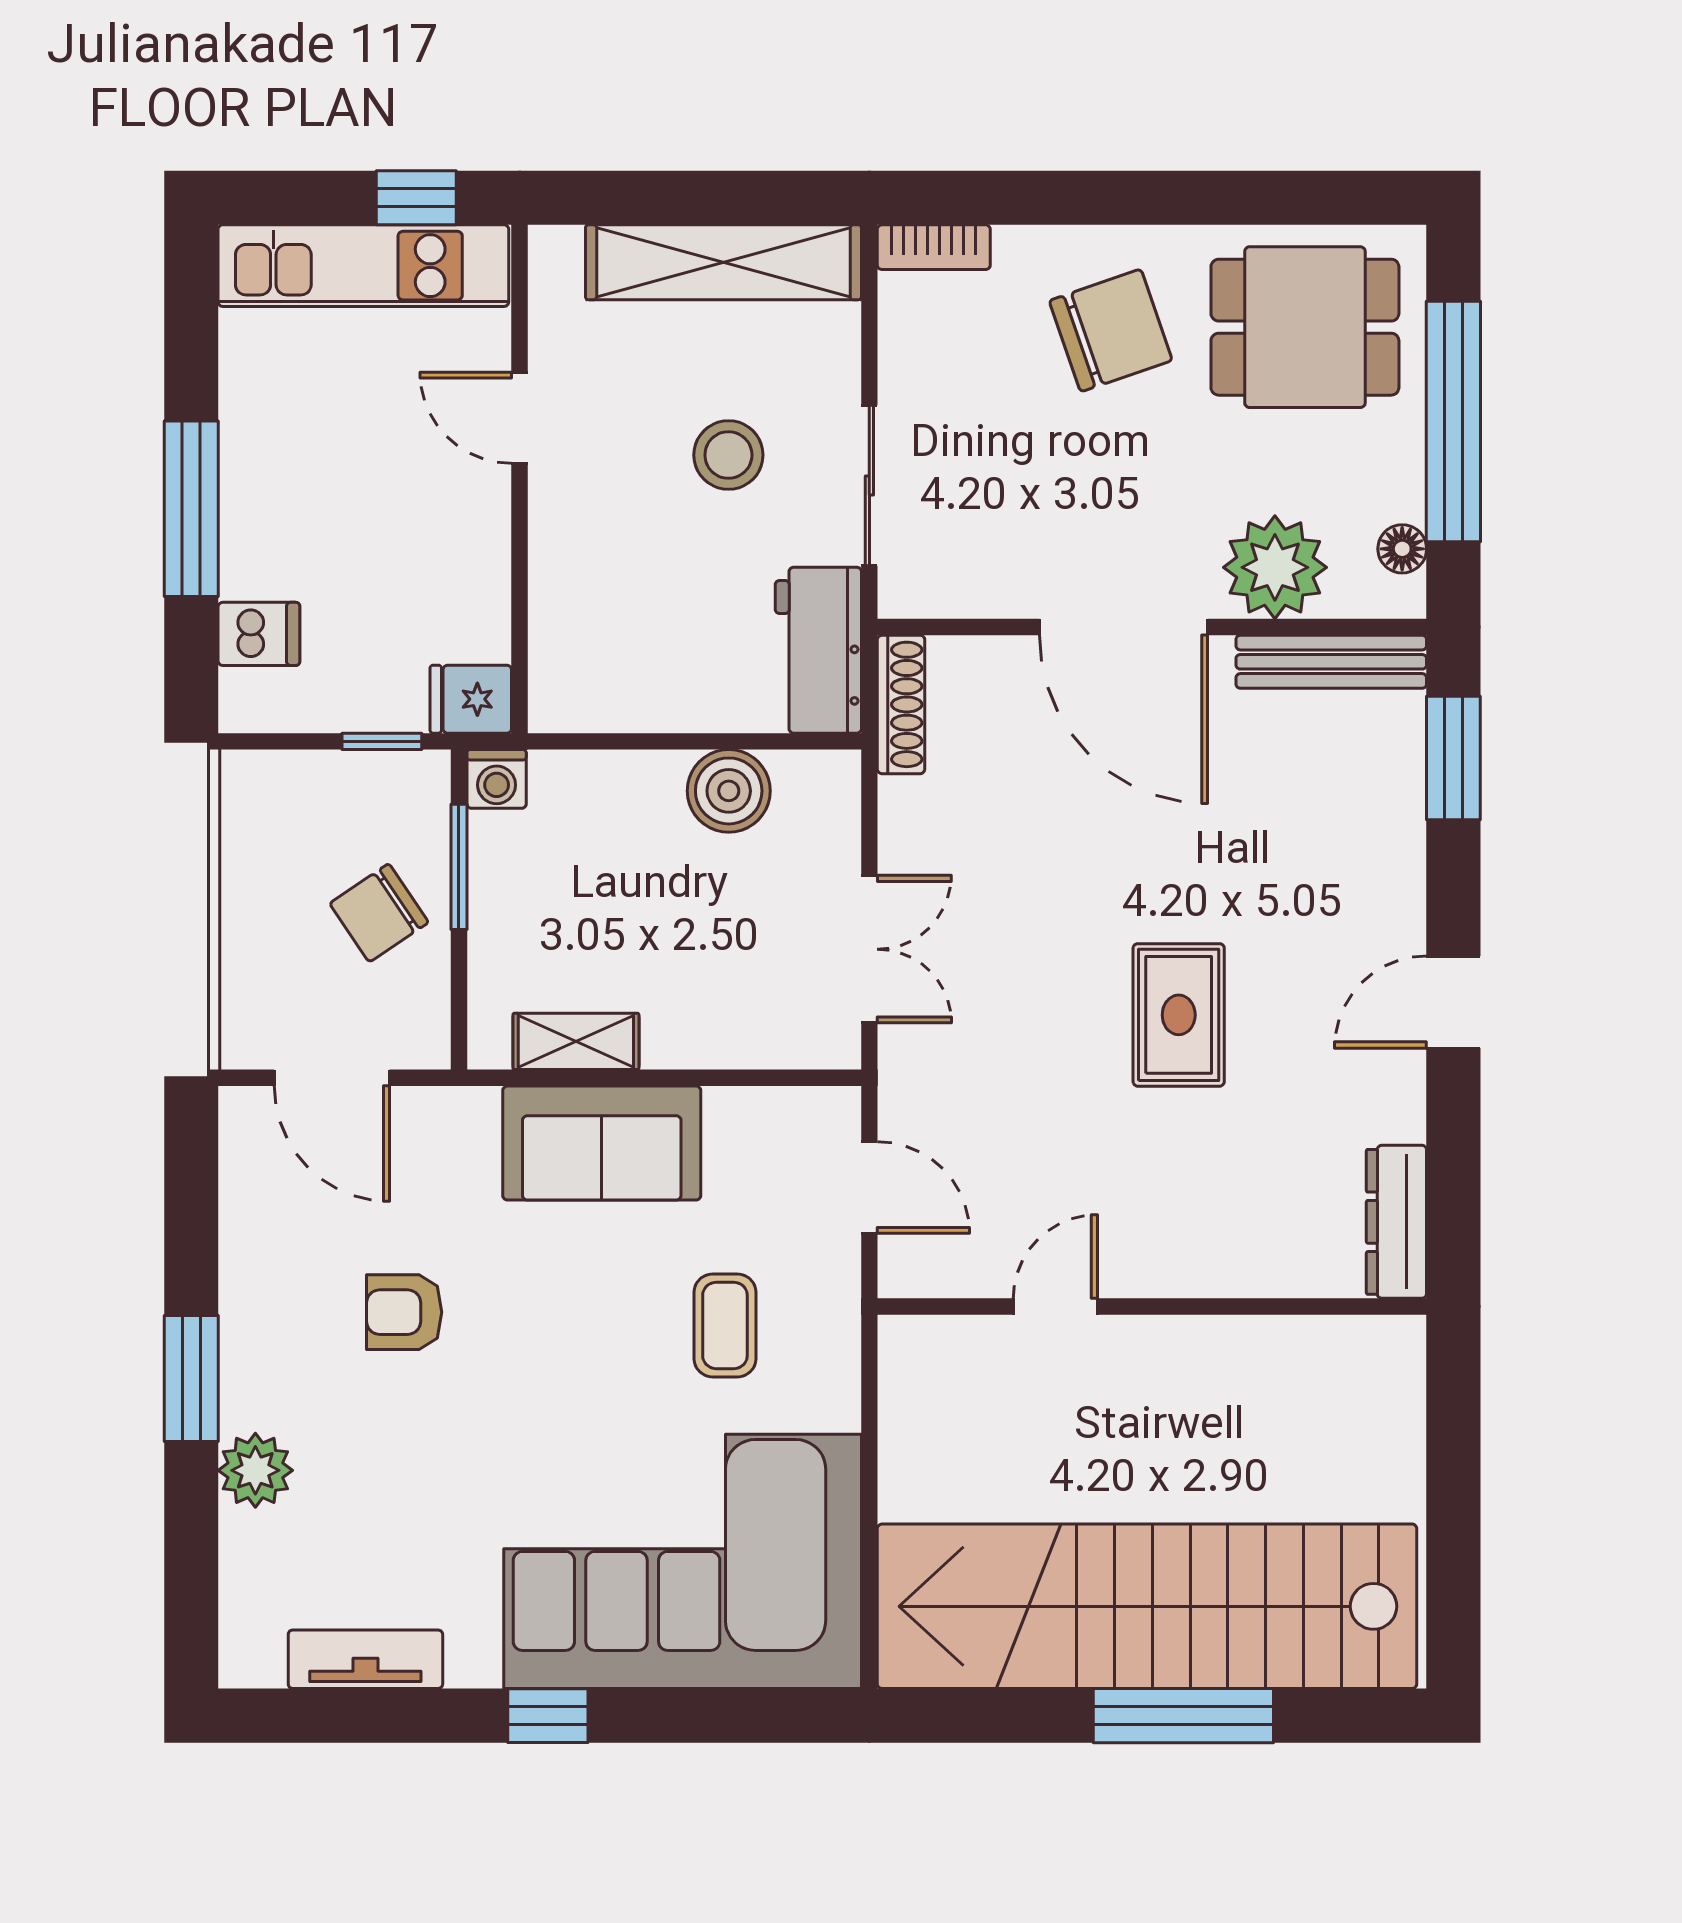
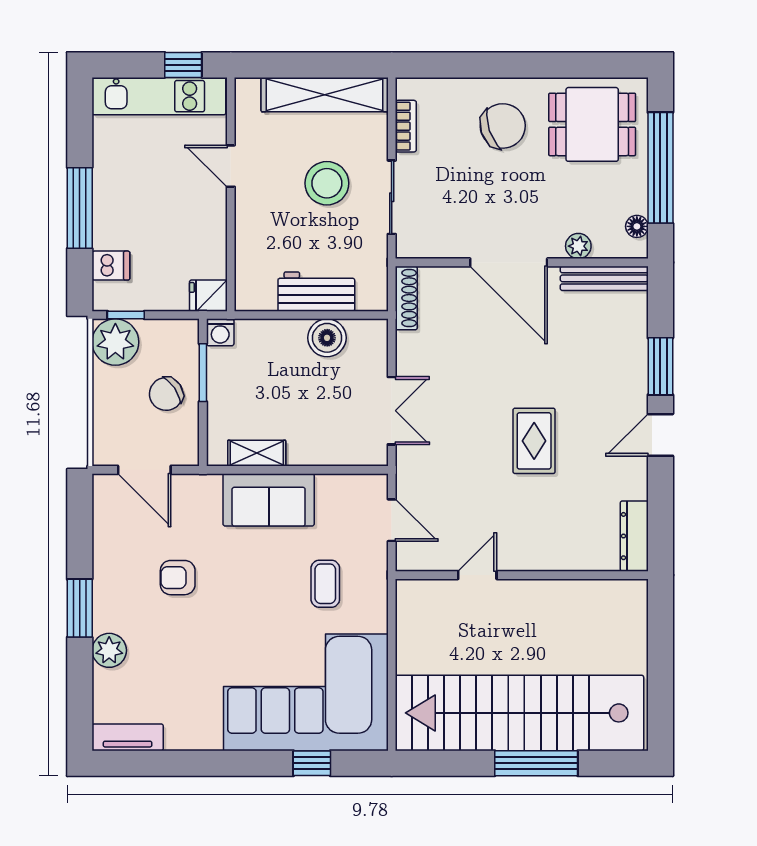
bookcase: (934, 247) -> (406, 126), moved, turned -90
stool: (728, 455) -> (327, 183), width x1.38, depth x1.38
plant: (1275, 567) -> (578, 246), width x0.53, depth x0.53
workbench: (818, 650) -> (316, 292), moved, turned 90
window: (382, 741) -> (126, 315), moved
window: (1453, 758) -> (660, 366), moved
plant: (269, 800) -> (115, 342), added
tv unit: (365, 1659) -> (128, 737), moved
window: (548, 1716) -> (312, 763), moved

